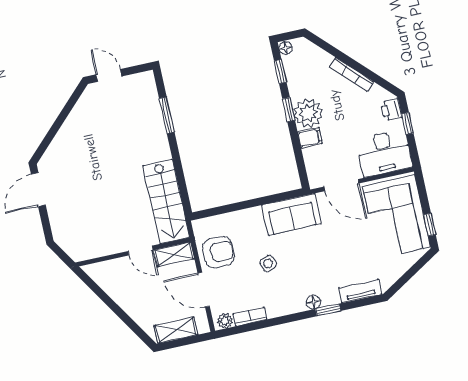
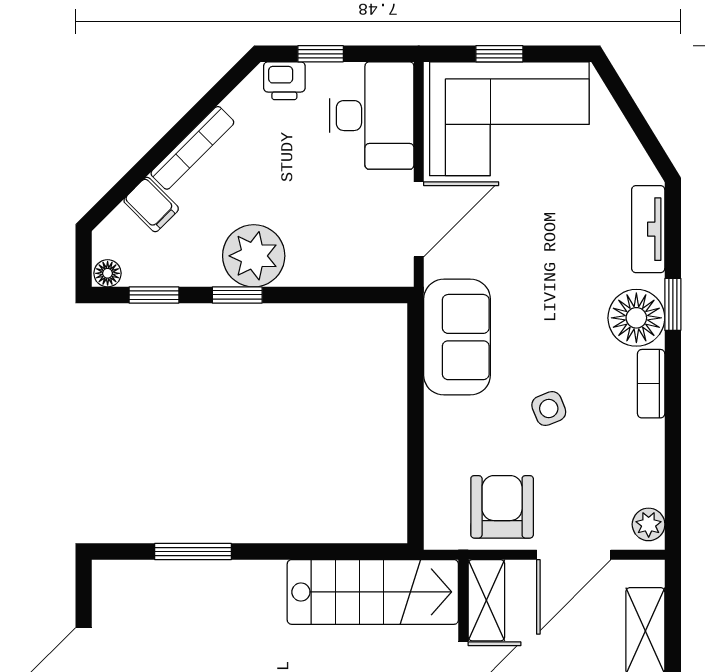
filing cabinet: (310, 138) -> (151, 205), moved, turned 135
window: (430, 225) -> (499, 54), moved
floor lamp: (314, 302) -> (636, 318), width x1.89, depth x1.89
bookcase: (250, 317) -> (651, 384), moved

